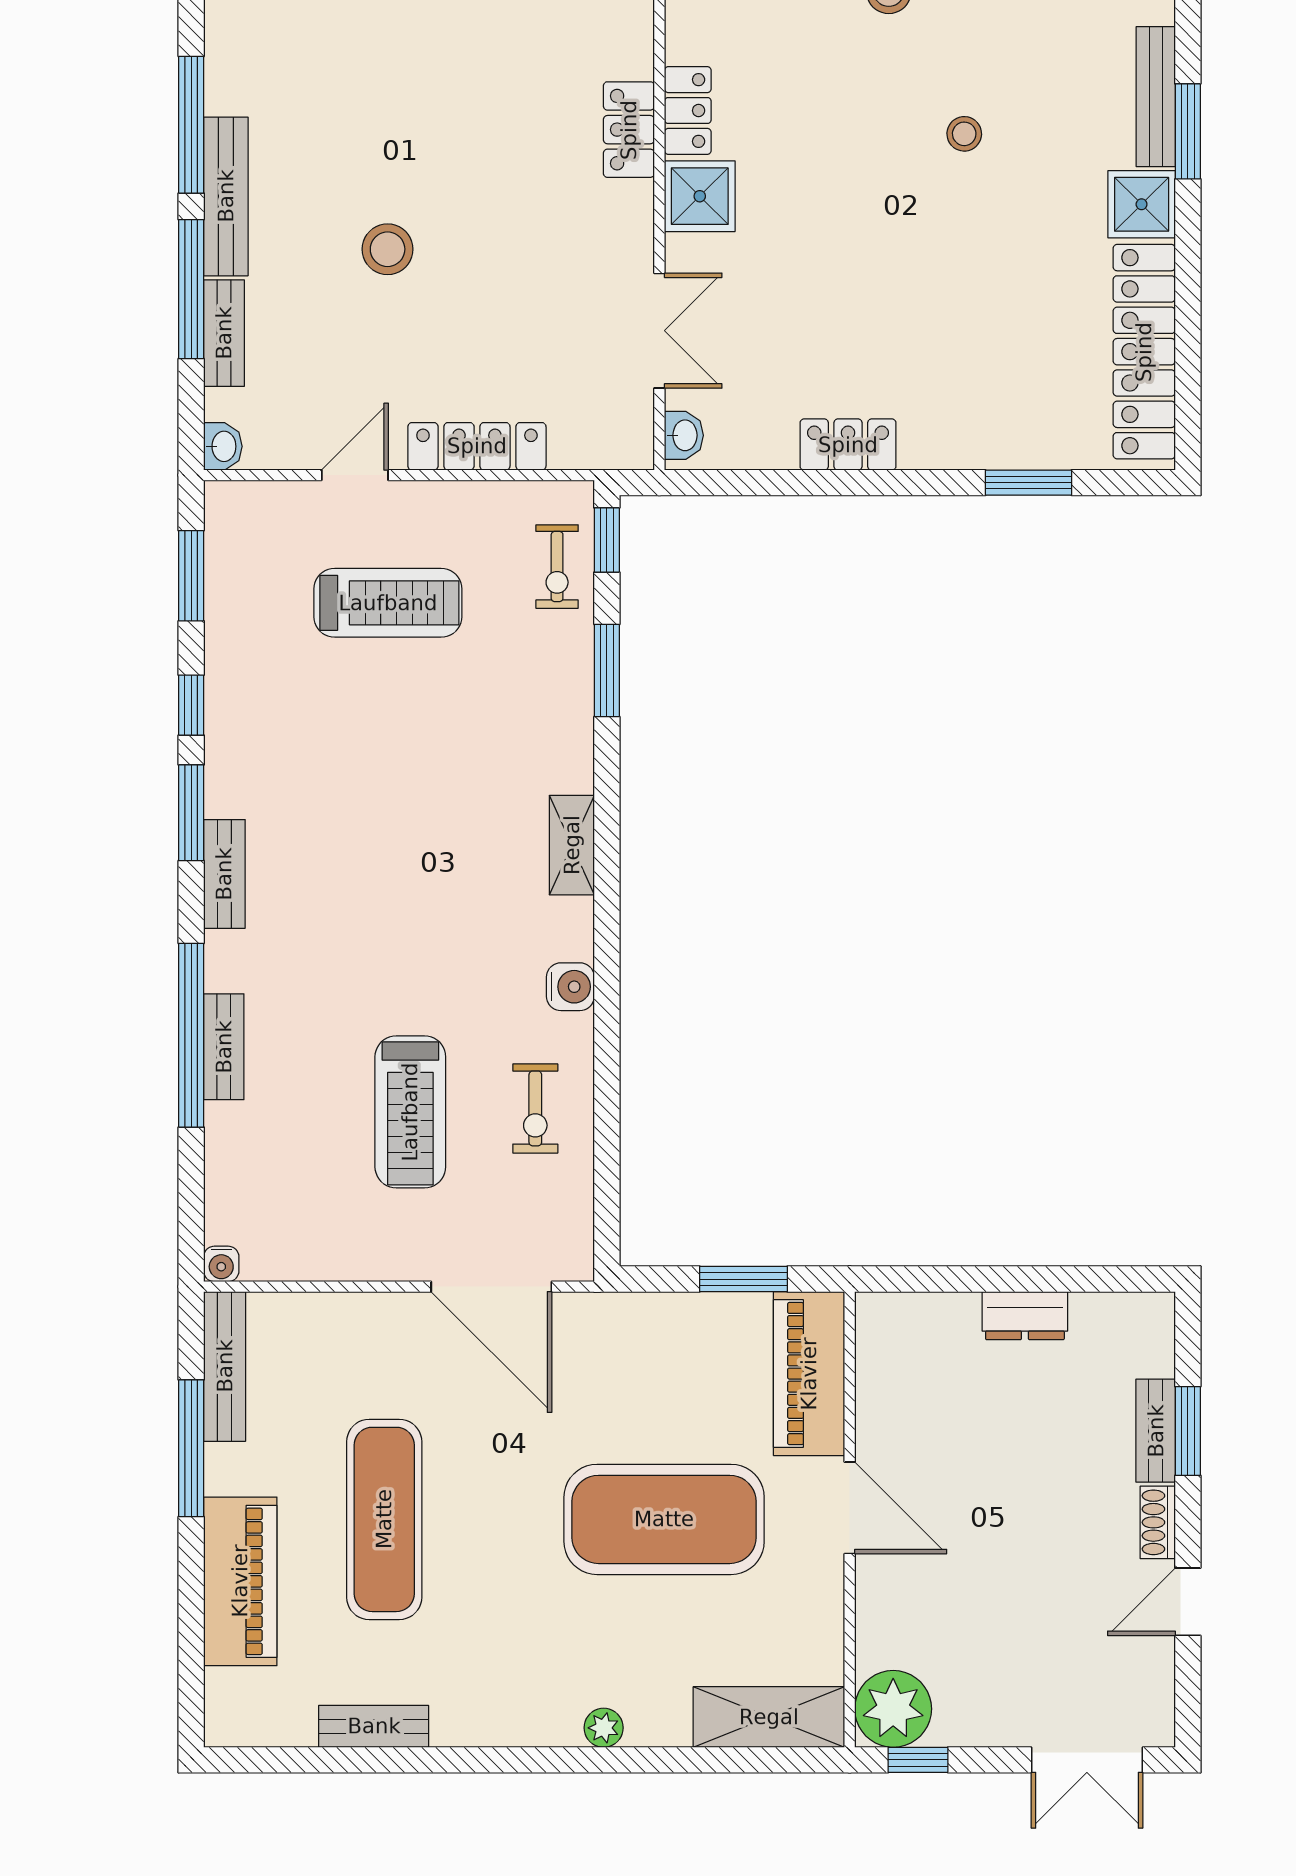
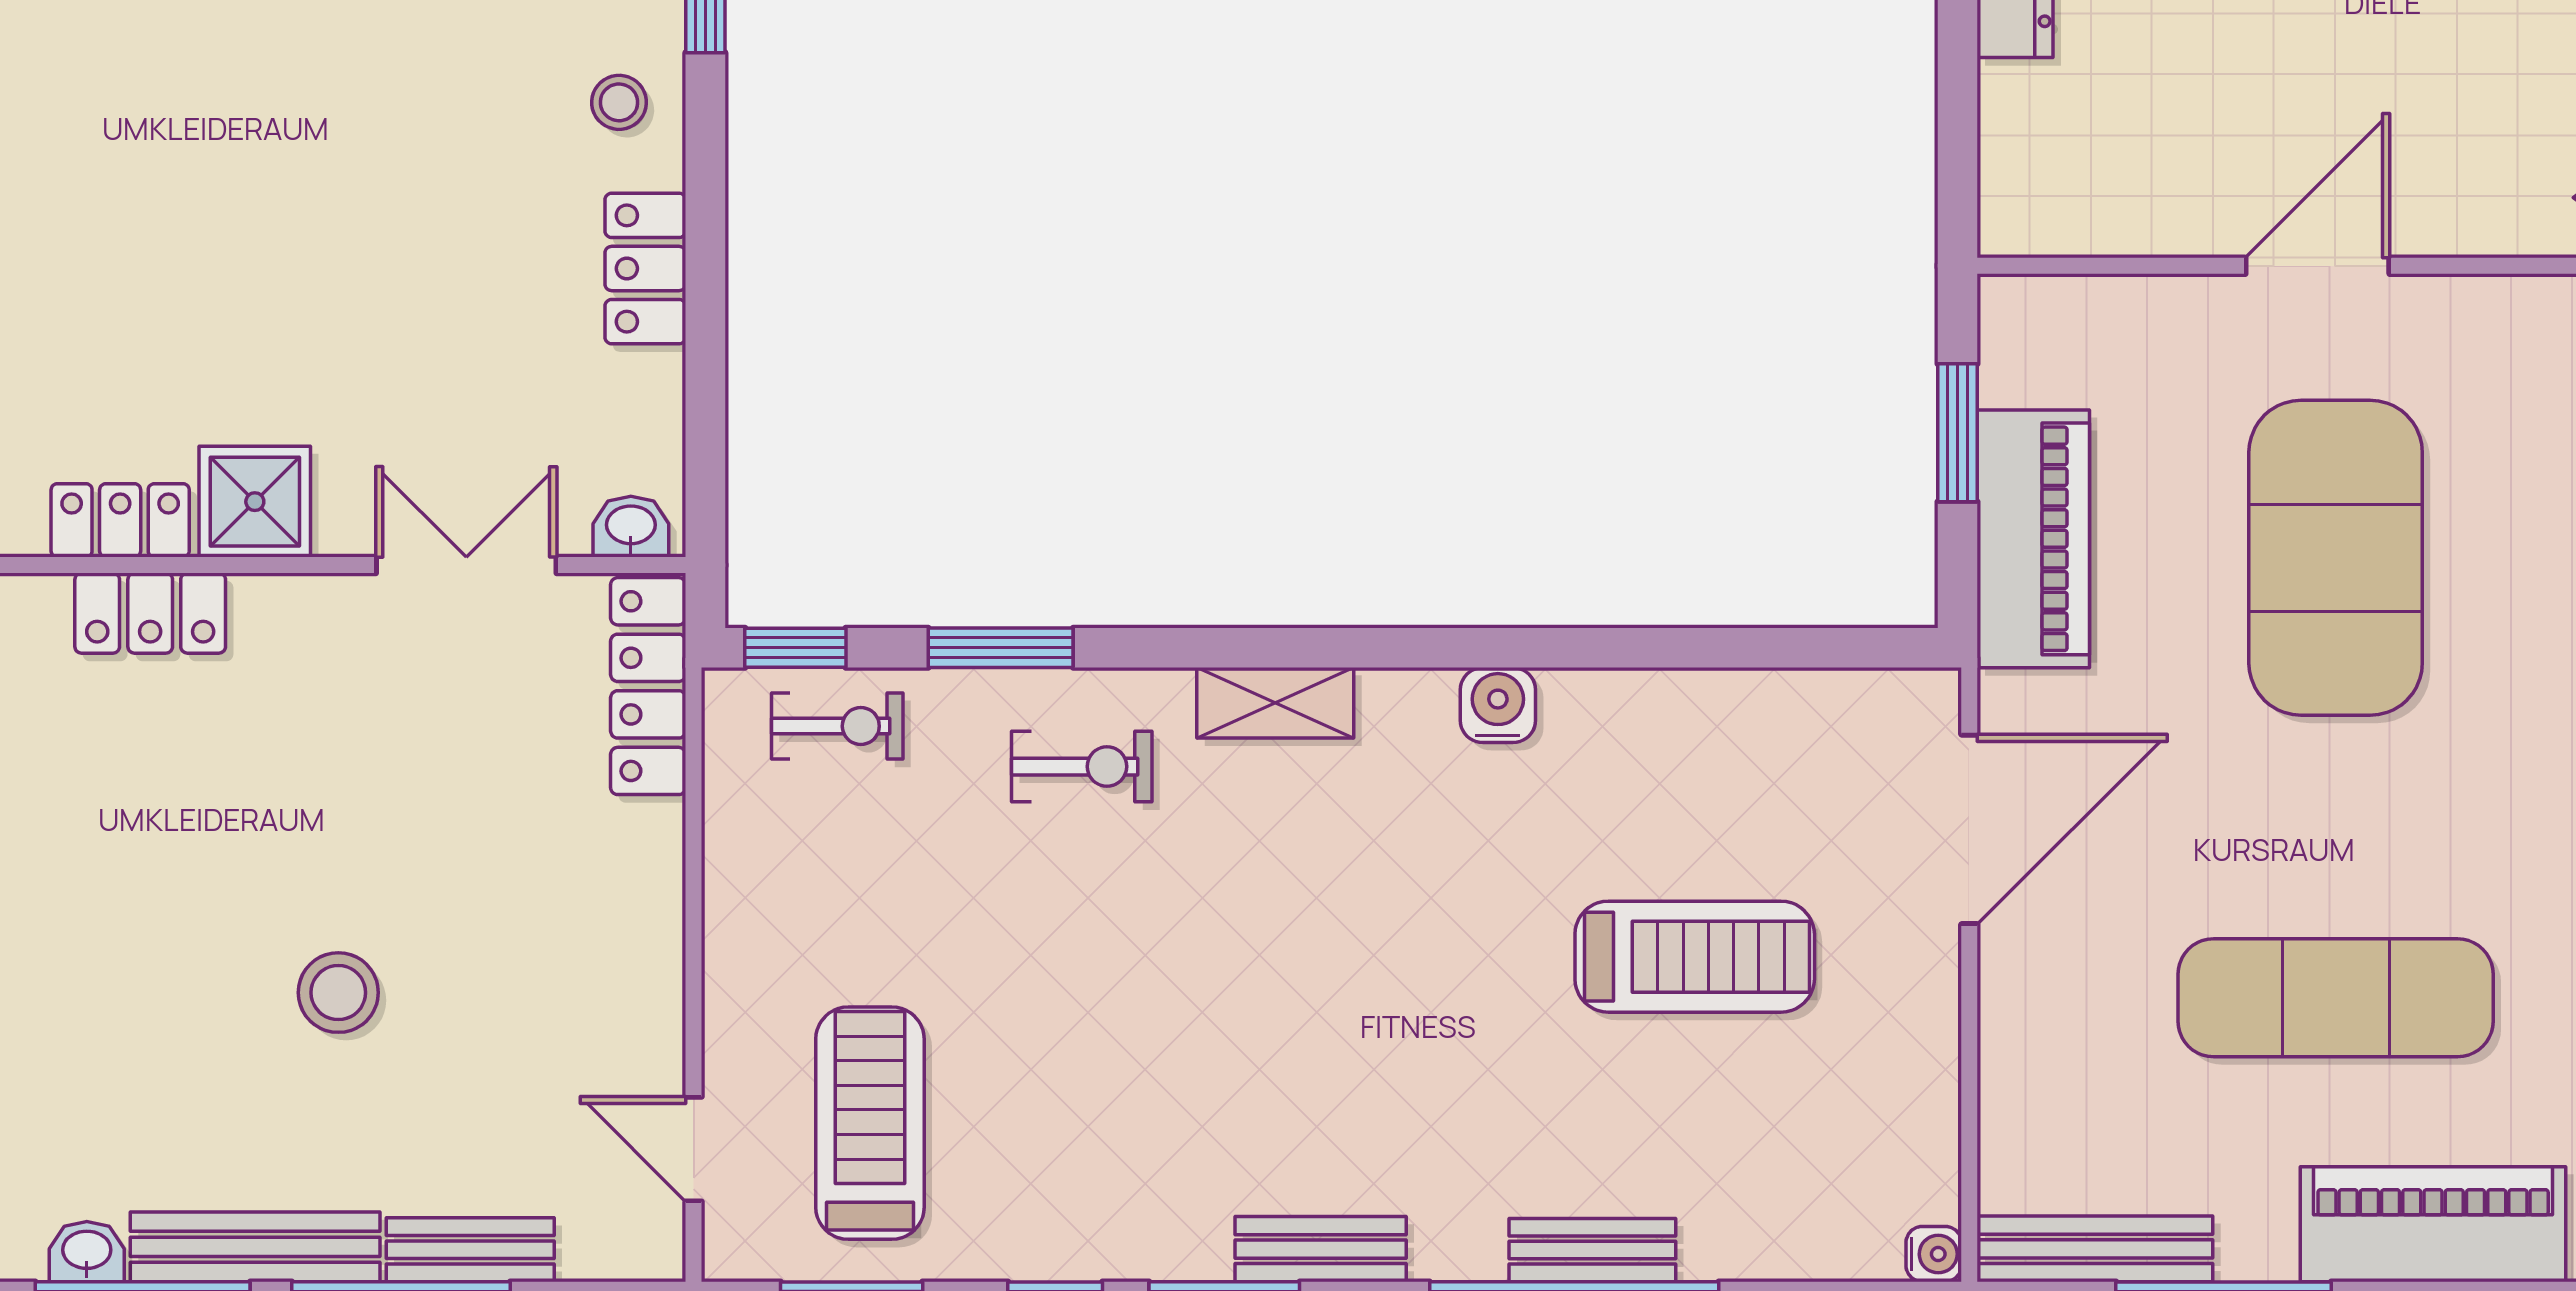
stool: (964, 134) -> (619, 102), moved
washbasin: (223, 446) -> (87, 1252), moved
locker: (477, 446) -> (648, 686), moved
door: (355, 475) -> (694, 1149), moved
treadmill: (388, 603) -> (870, 1123), moved
exercise bike: (535, 1108) -> (1082, 767), moved
piano: (809, 1374) -> (2033, 539), moved, turned -90

